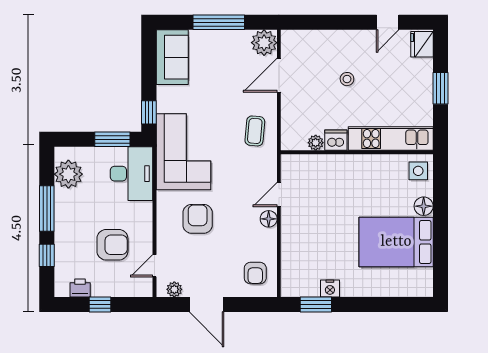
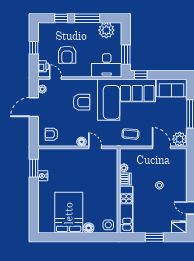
corner sofa: (184, 152) -> (127, 100), width x1.36, depth x1.36
printer: (80, 288) -> (43, 66), moved

